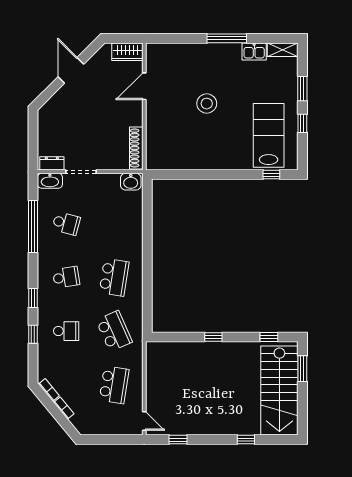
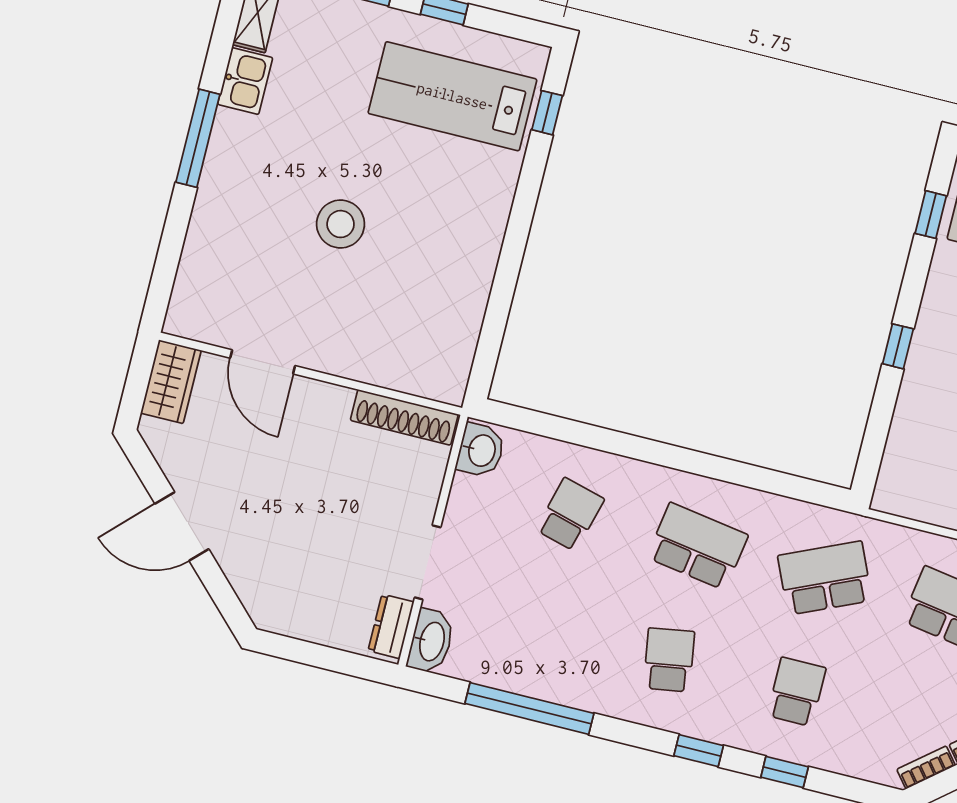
school desk: (66, 223) -> (570, 514), moved

